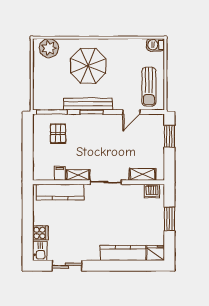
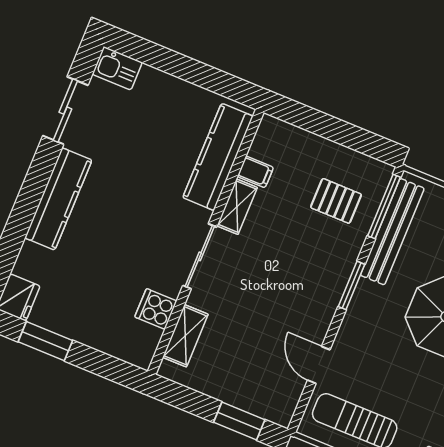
bench: (88, 104) -> (392, 232), moved
dishwasher: (152, 191) -> (144, 341), removed
window: (169, 219) -> (45, 341), moved
cooker: (40, 233) -> (156, 309), moved, turned 90
kitchen counter: (123, 253) -> (58, 199), moved

